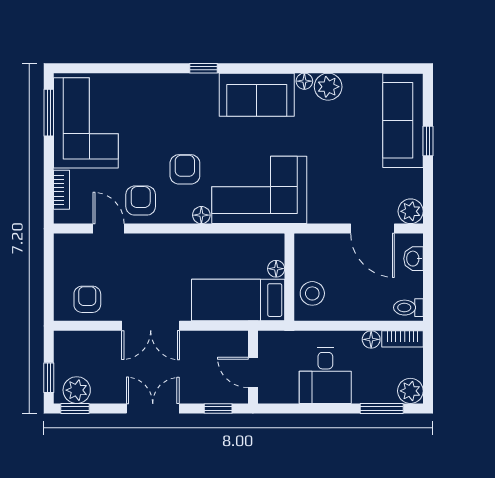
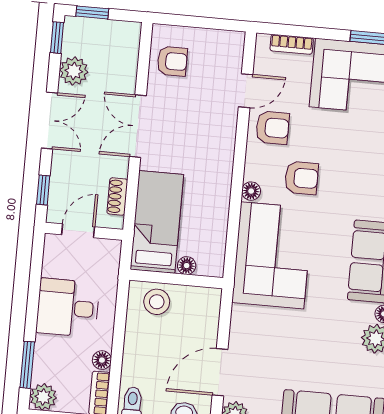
shoe rack: (218, 339) -> (117, 196), added
plant: (77, 390) -> (74, 71), moved

